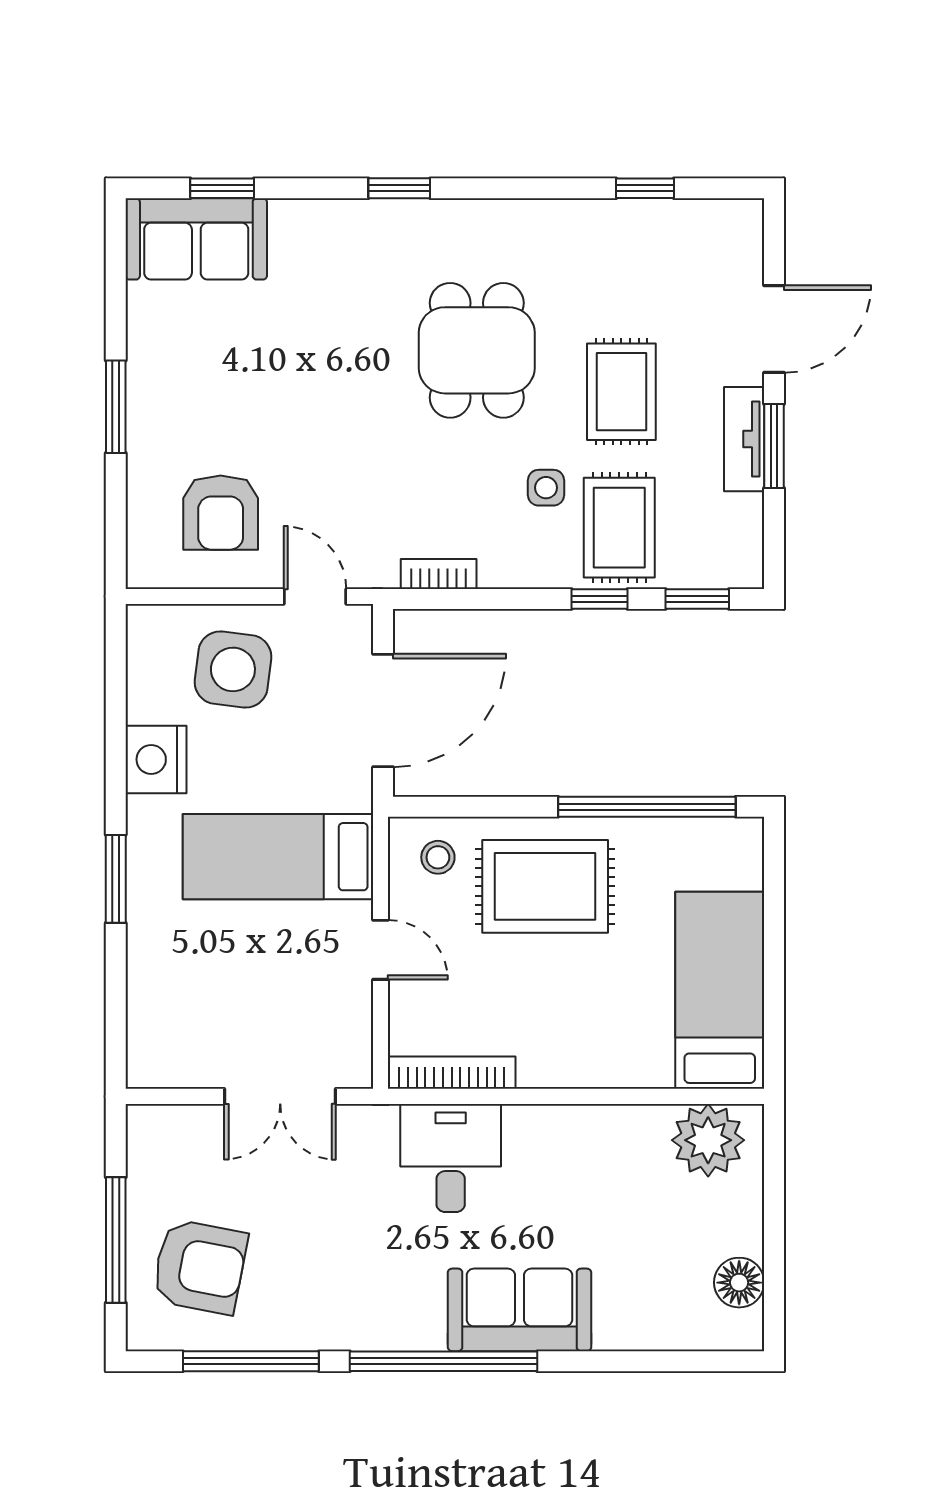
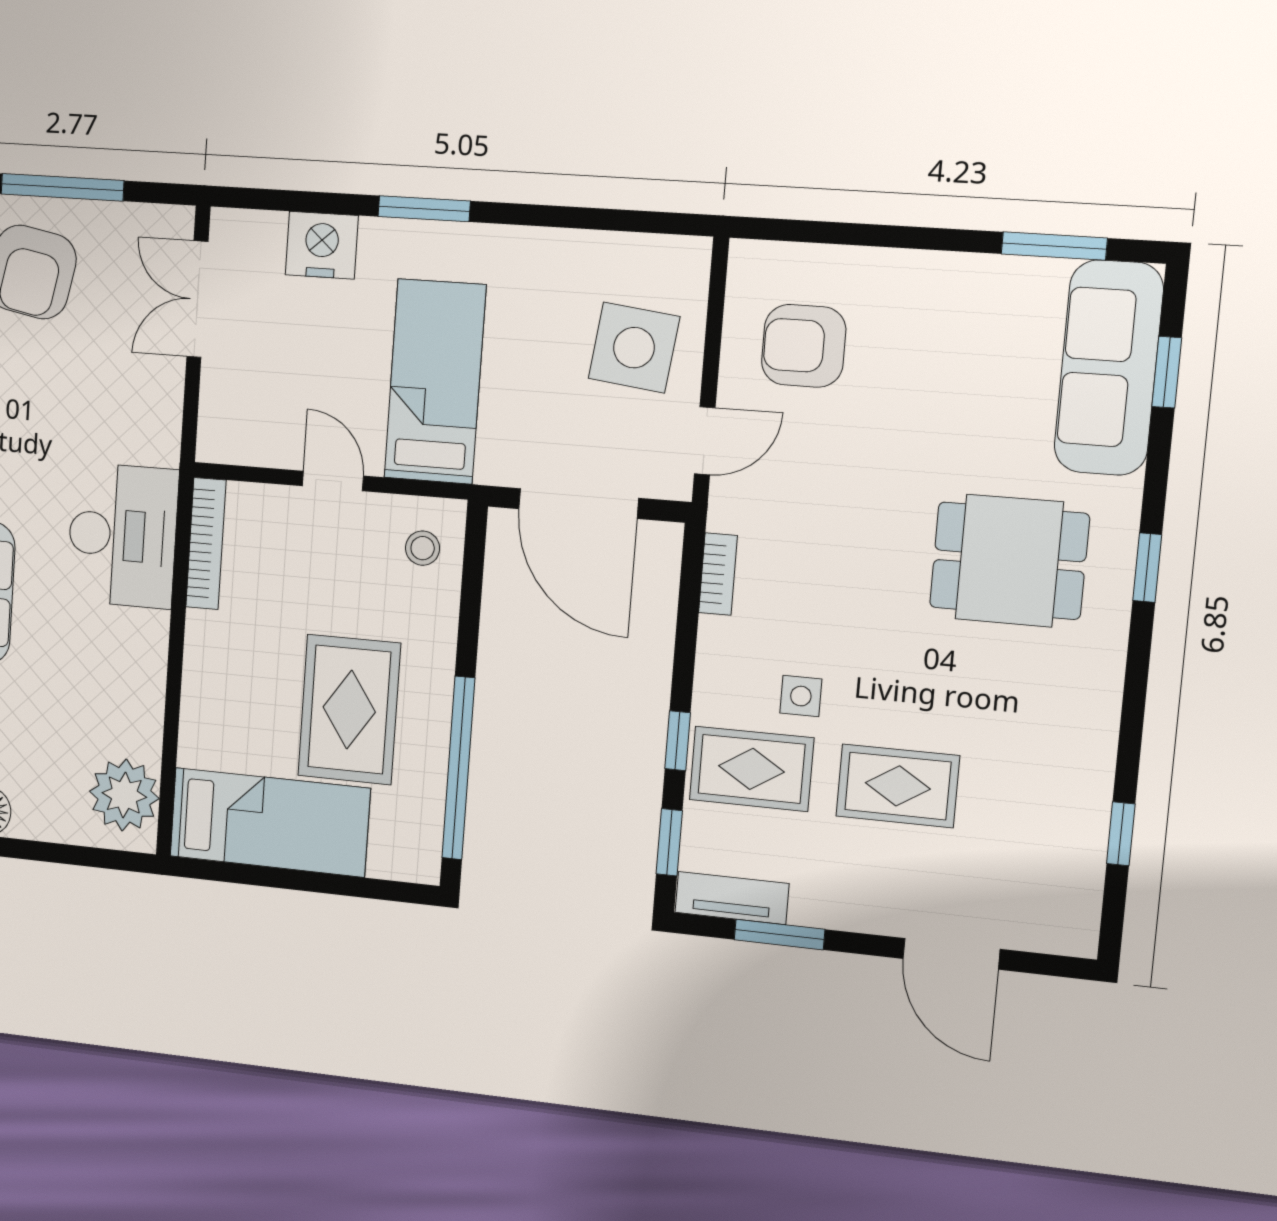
sofa: (196, 239) -> (1109, 368), width x1.36
dining table: (477, 350) -> (1009, 561), moved
window: (116, 407) -> (1054, 246), moved
tv unit: (744, 439) -> (732, 898), moved
window: (774, 446) -> (780, 935), moved
nightstand: (156, 759) -> (322, 245), moved
rug: (545, 886) -> (349, 710), moved
door: (381, 950) -> (333, 481), swing flipped
double door: (280, 1096) -> (197, 299), moved
desk: (451, 1158) -> (122, 535), width x1.37

